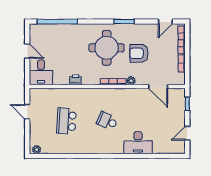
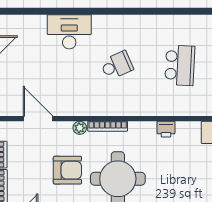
school desk: (107, 121) -> (117, 65), turned -48

